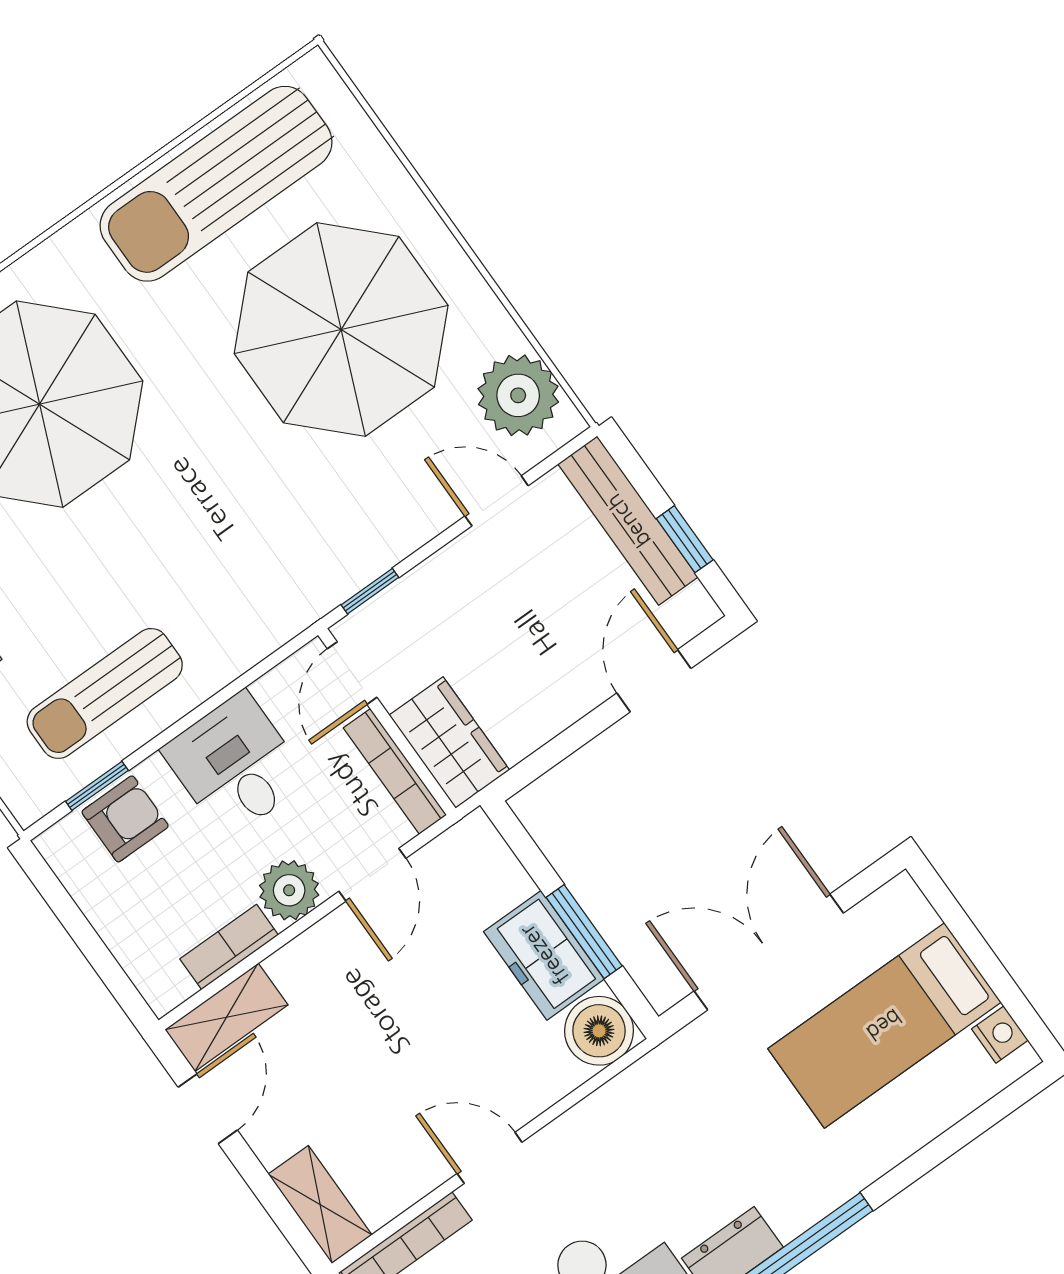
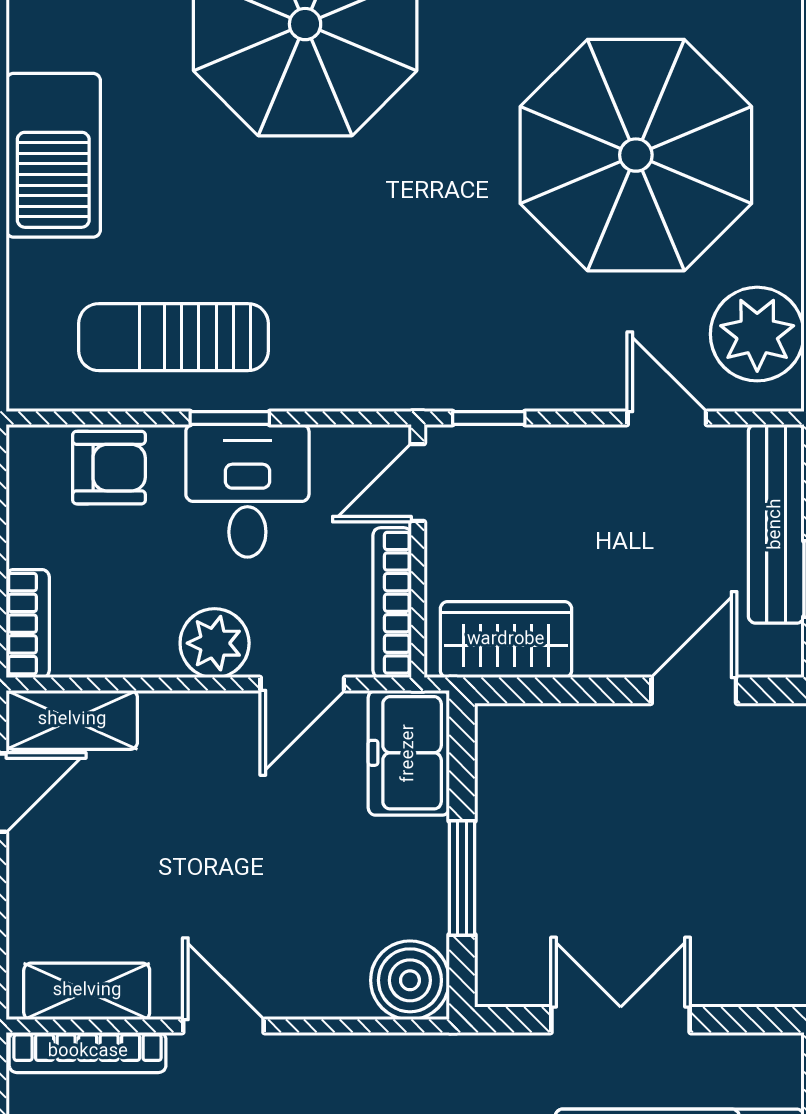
wardrobe: (449, 743) -> (506, 640), moved, turned -90
window: (97, 786) -> (230, 418), moved
bookcase: (229, 947) -> (28, 624), moved, turned 90
double door: (769, 952) -> (621, 1020), width x0.73
freezer: (544, 955) -> (409, 753), moved
shelving: (320, 1205) -> (87, 991), moved, turned 90

